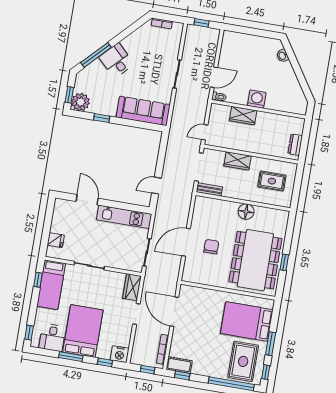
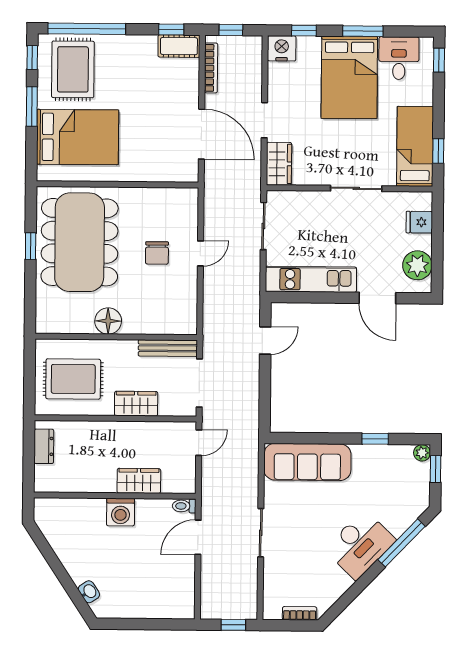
desk: (116, 61) -> (360, 545), width x1.37
plant: (81, 102) -> (422, 453), width x0.53, depth x0.53
rug: (272, 181) -> (73, 379), width x1.36, depth x1.43
bench: (209, 189) -> (168, 348), width x1.36
plant: (61, 215) -> (417, 265), added
door: (186, 242) -> (200, 253), width x0.53

